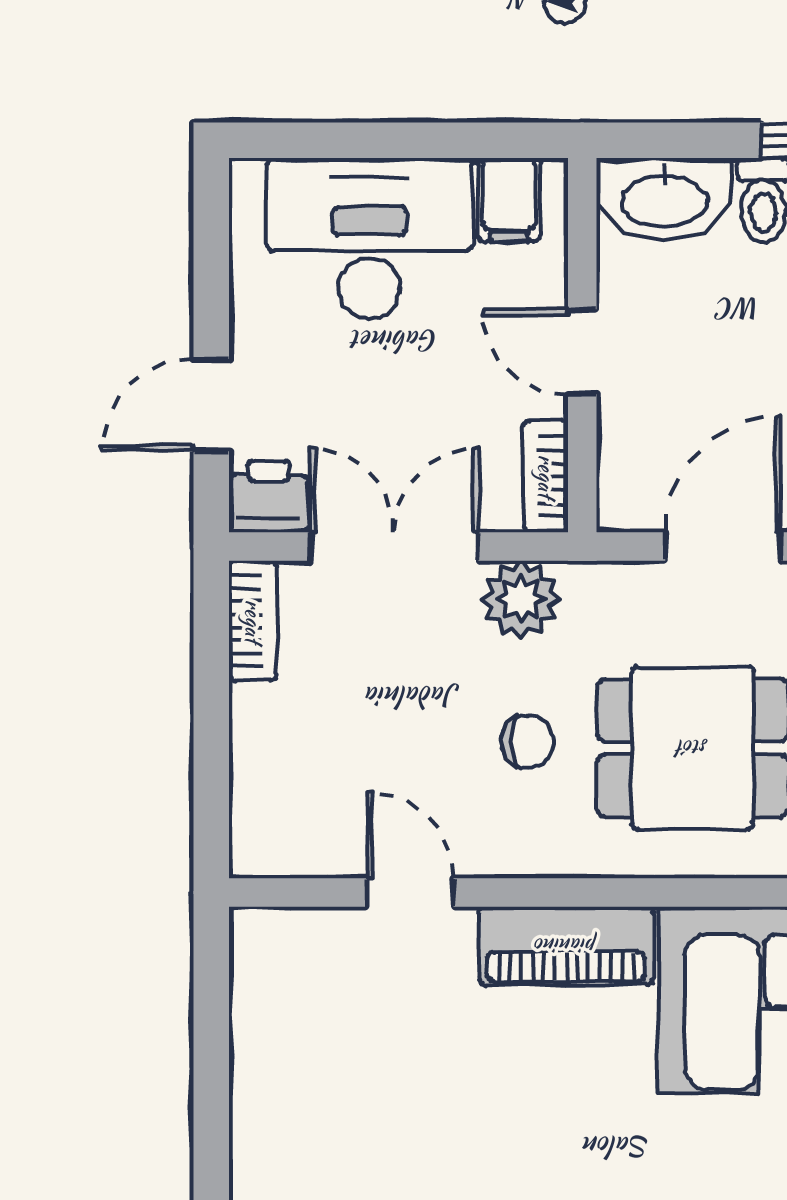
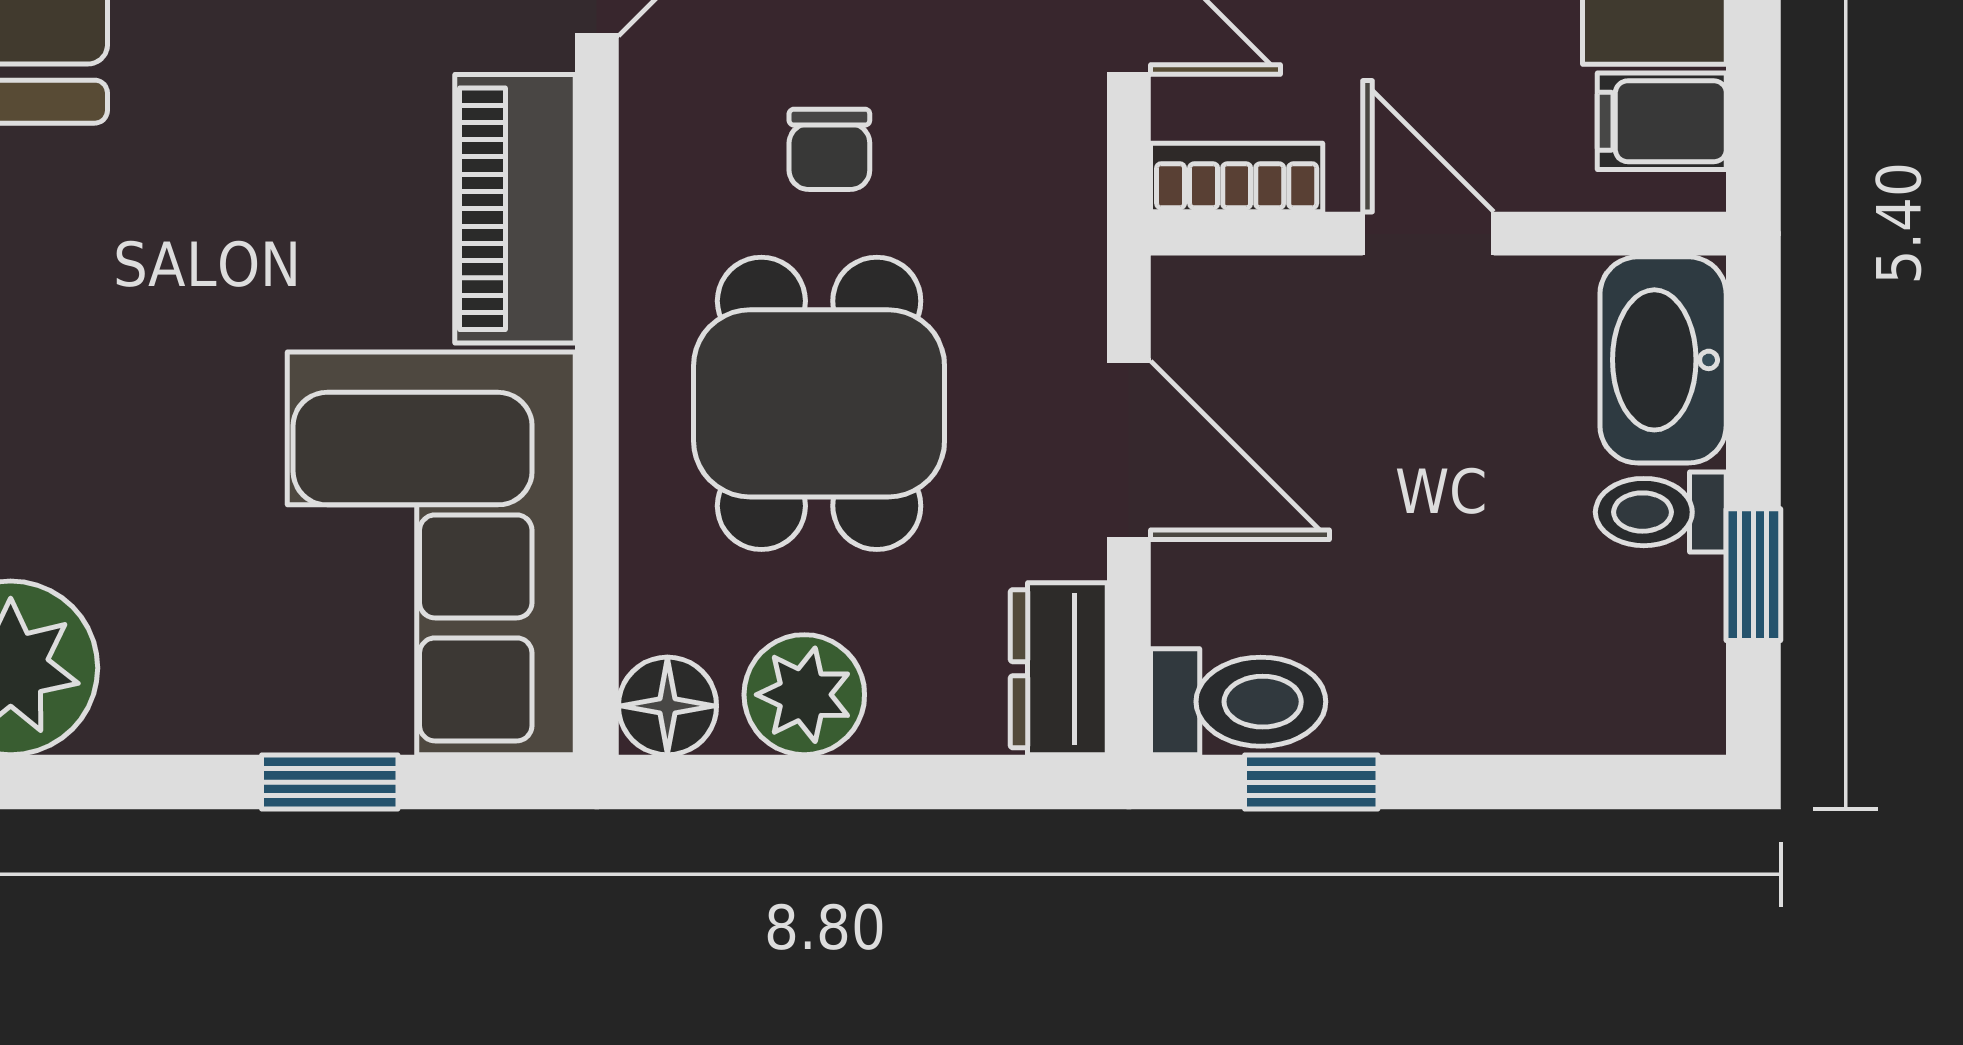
door: (582, 352) -> (1428, 234), hinge flipped
plant: (521, 599) -> (1048, 139), removed

